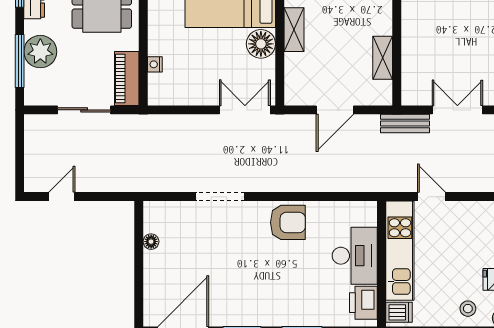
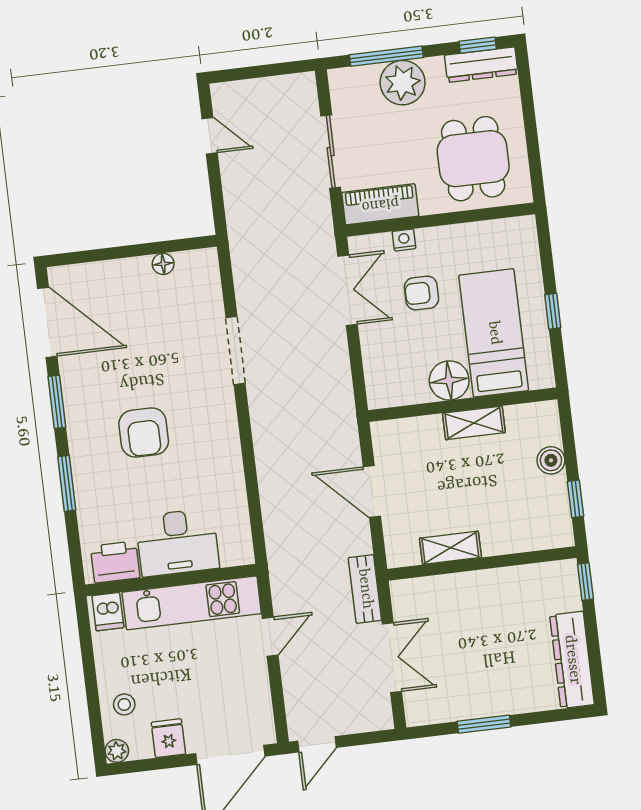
armchair: (195, 56) -> (421, 293), added
double door: (245, 110) -> (347, 290), moved
armchair: (288, 222) -> (144, 433), moved

